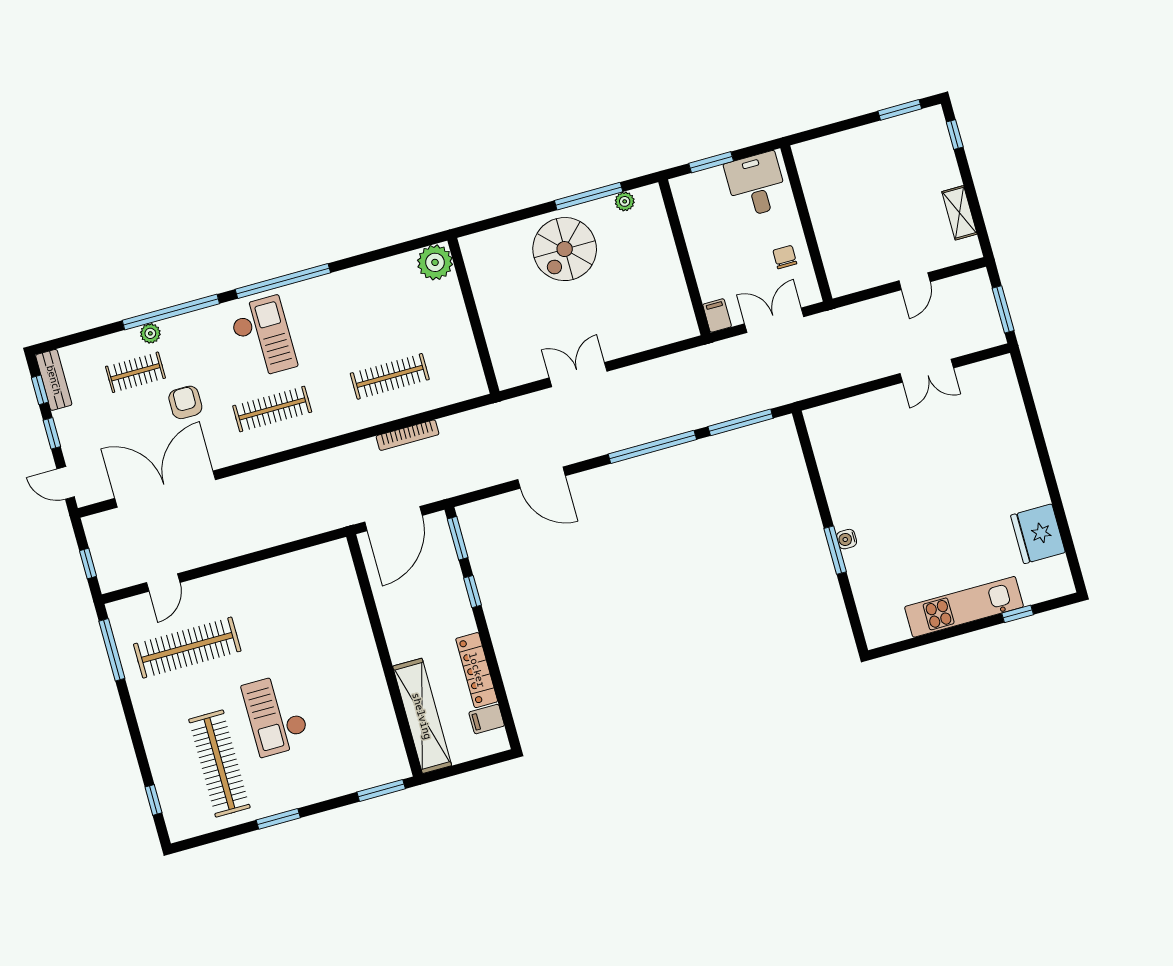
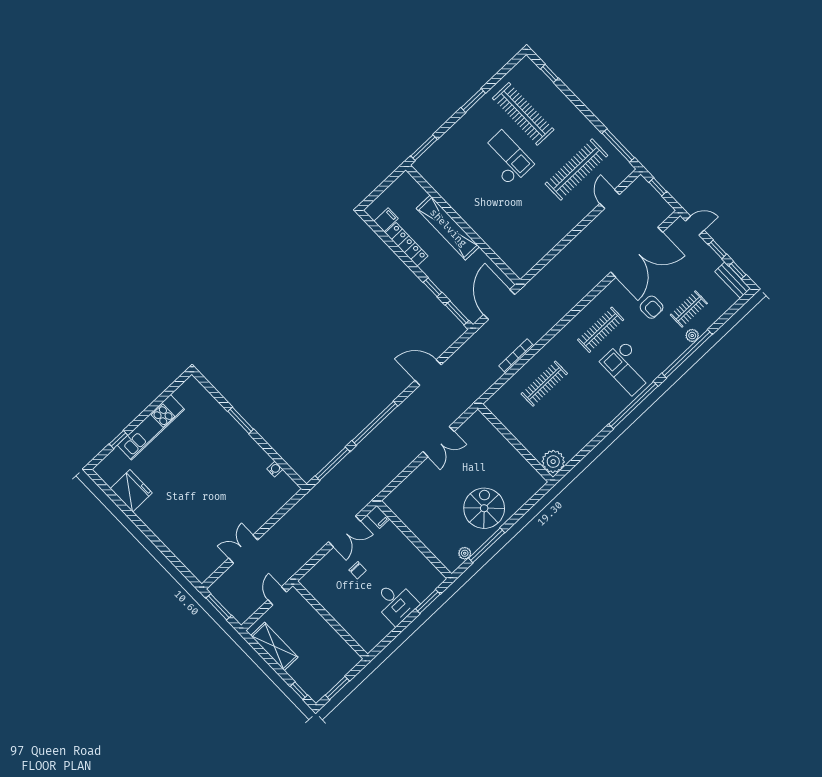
shelving: (959, 213) -> (274, 646), width x1.50, depth x1.33
wall: (806, 223) -> (330, 620), moved
water cooler: (847, 539) -> (275, 469), moved
shelving: (422, 716) -> (448, 228), moved

